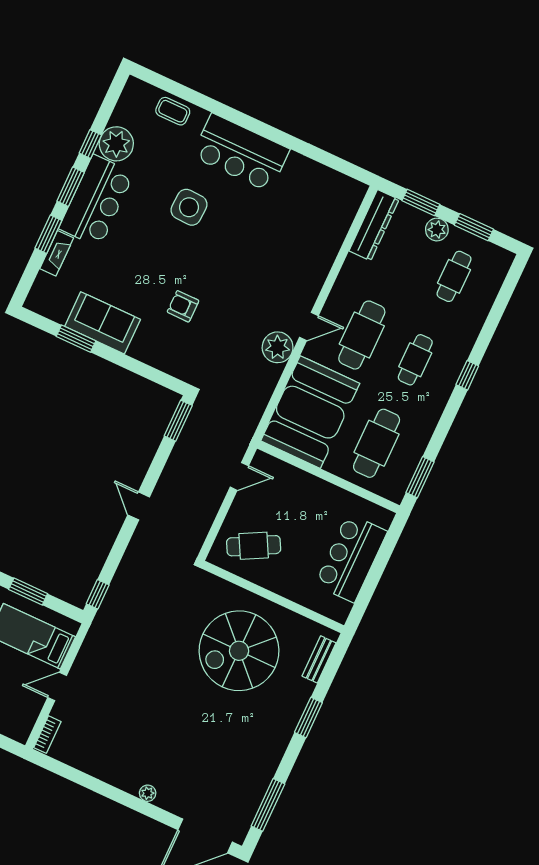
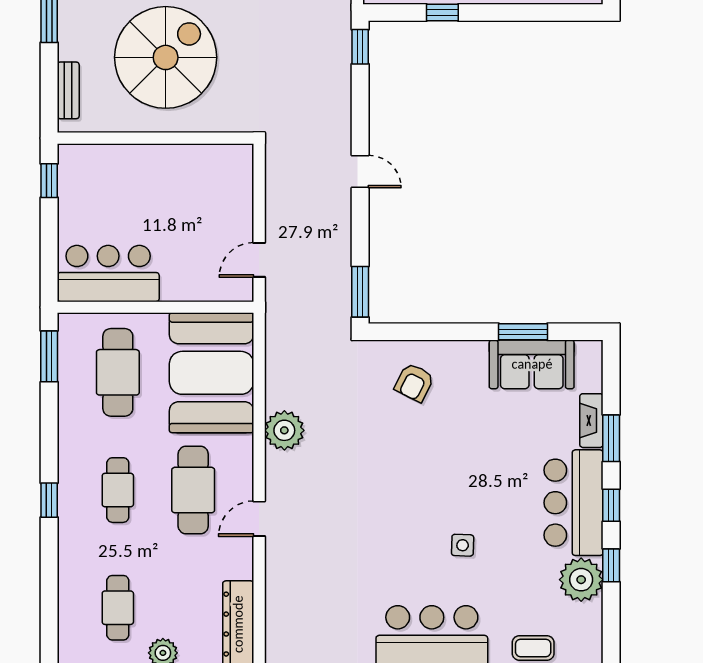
window: (71, 187) -> (611, 505), width x0.67
side table: (189, 207) -> (463, 545), width x0.54, depth x0.54
armchair: (183, 306) -> (414, 383), moved, turned 117
sofa: (103, 323) -> (532, 364), moved
door: (309, 327) -> (259, 519), moved
cafe table: (254, 546) -> (205, 187), removed
bar counter: (351, 558) -> (108, 274), moved, turned -90
window: (28, 592) -> (442, 13), width x0.67
window: (362, 602) -> (49, 181), added

